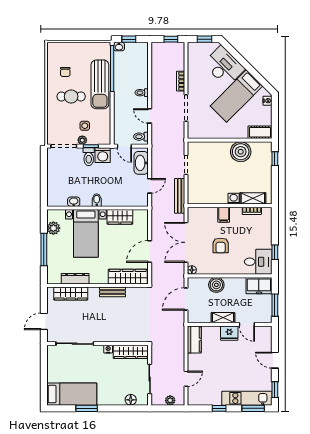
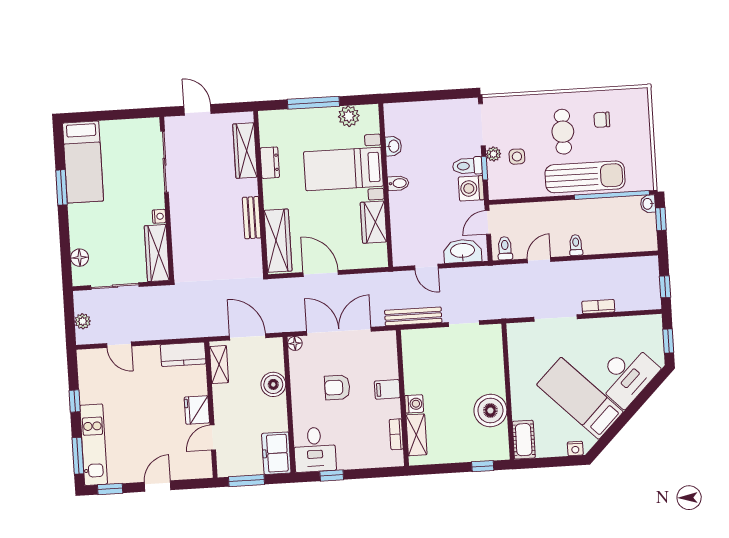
sun lounger: (100, 84) -> (585, 177), turned 180
dresser: (75, 279) -> (270, 163), width x0.70
shelving: (223, 318) -> (219, 365), moved

